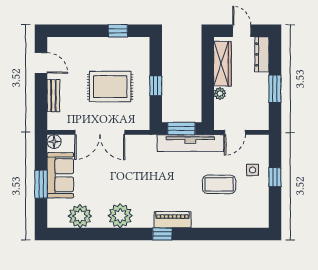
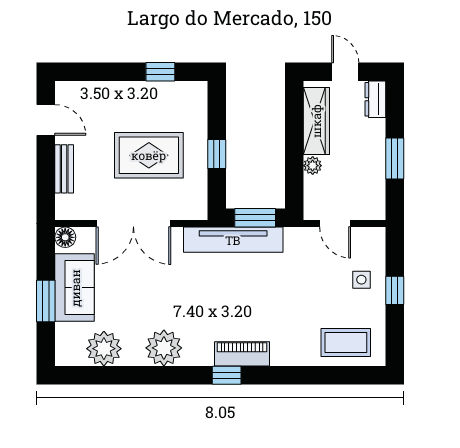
dresser: (262, 54) -> (375, 99), width x0.70
door: (235, 132) -> (335, 224), hinge flipped
tv unit: (190, 143) -> (233, 240), moved
coffee table: (219, 184) -> (346, 343), moved

